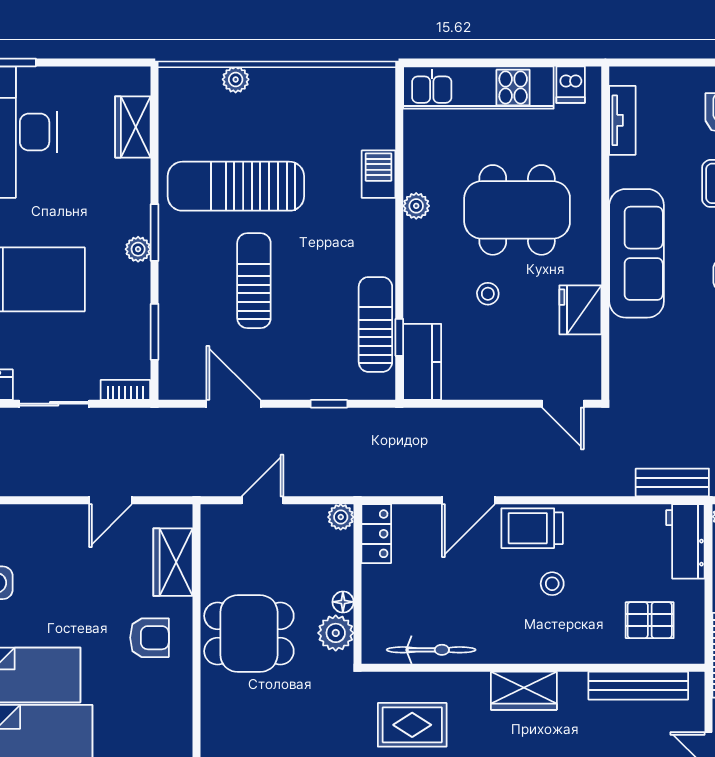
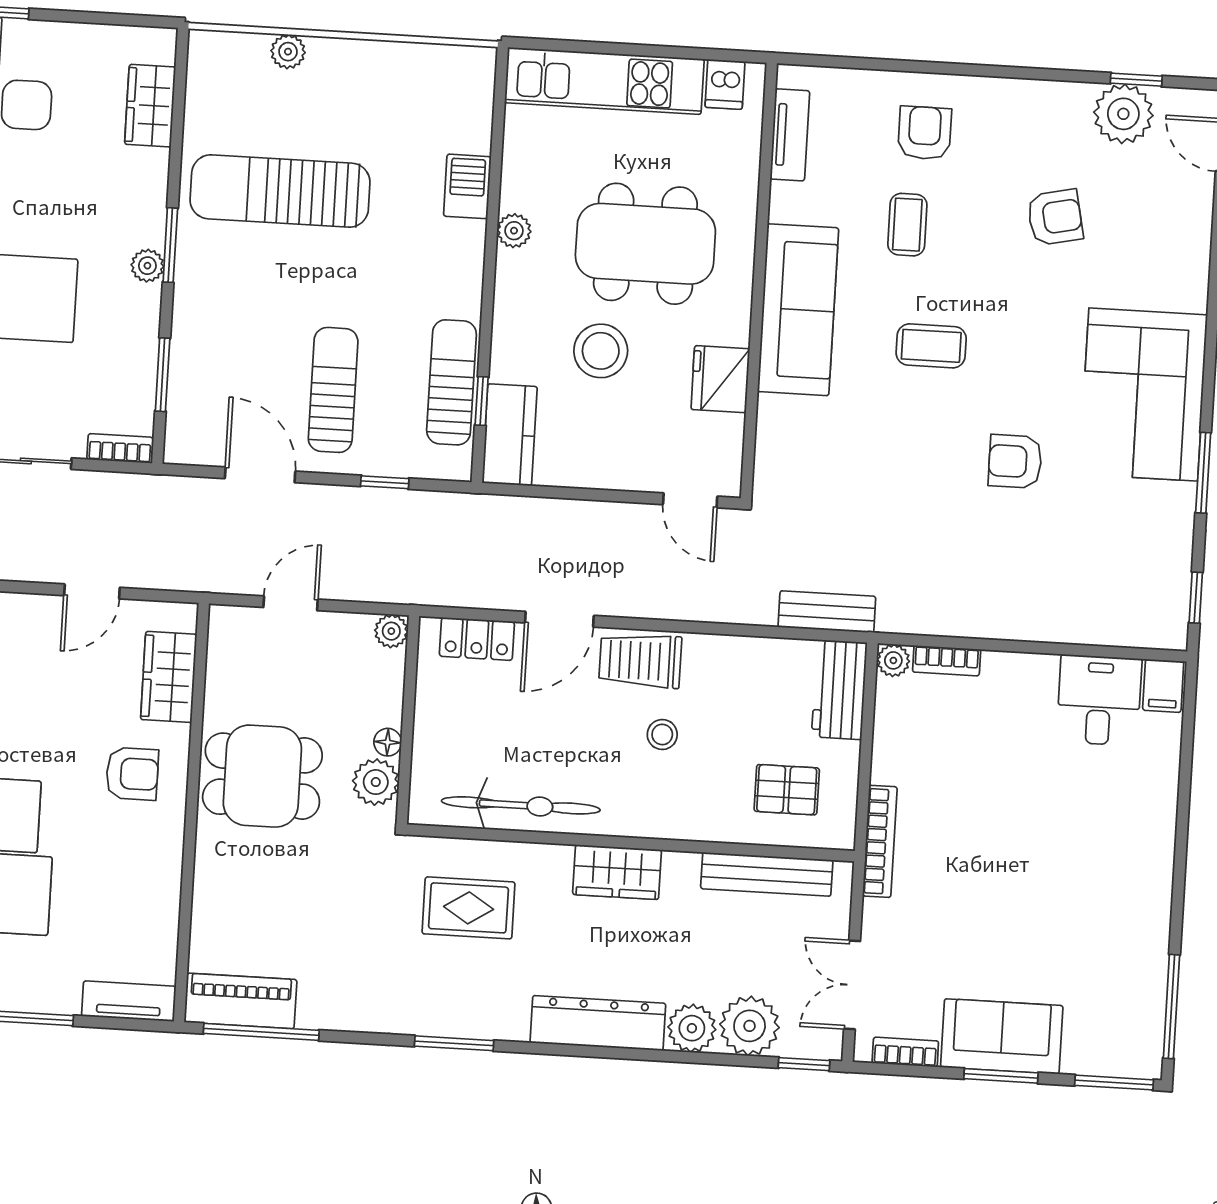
sun lounger: (254, 281) -> (333, 390), moved
stool: (488, 294) -> (601, 351), width x1.89, depth x1.89
locker: (376, 534) -> (477, 639), moved, turned 90
bicycle: (431, 650) -> (521, 805), width x1.37, depth x1.40

